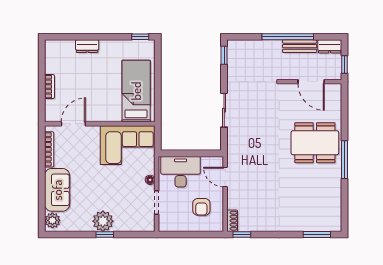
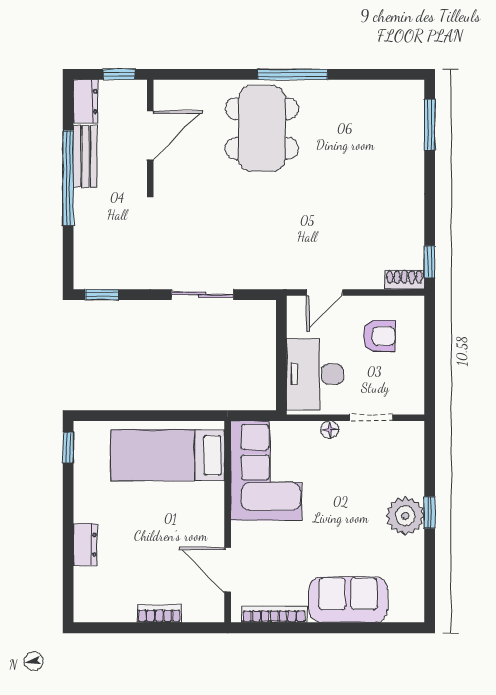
plant: (52, 220) -> (404, 608), removed

